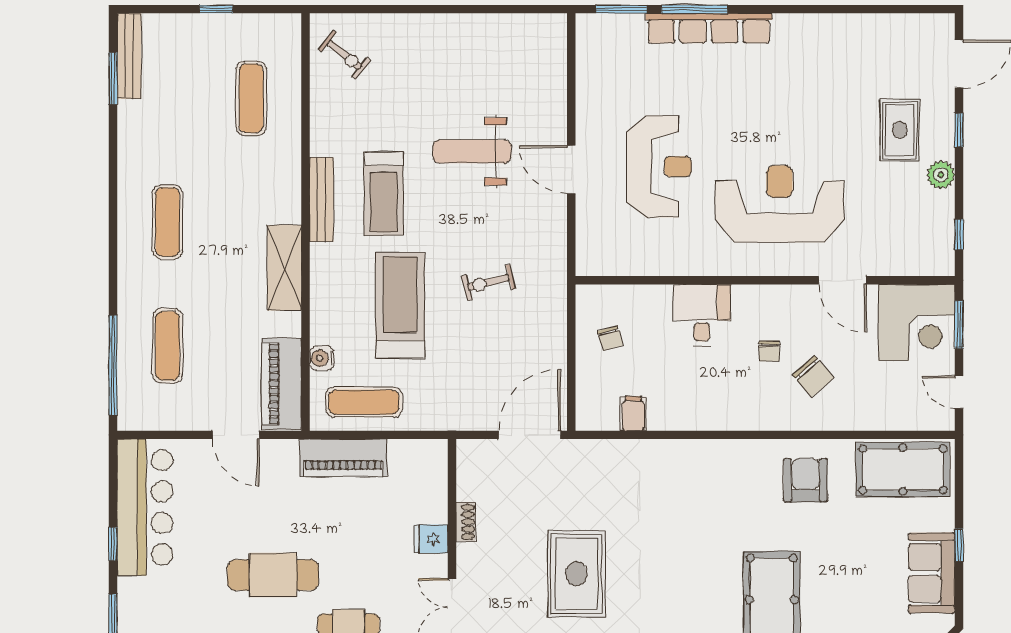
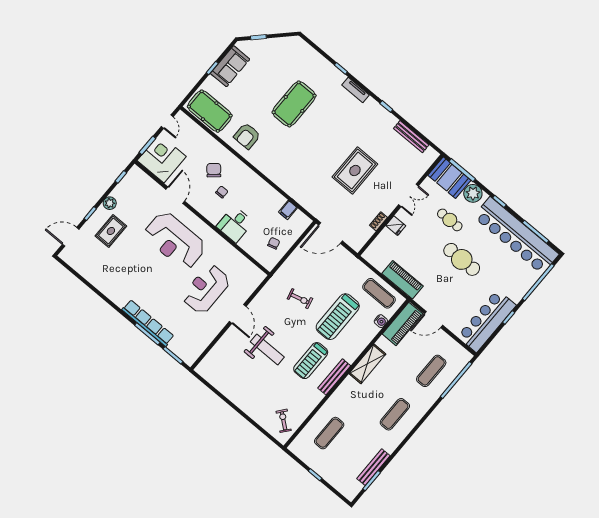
bench: (129, 56) -> (373, 467), moved
treadmill: (384, 194) -> (311, 361), turned 180
door: (236, 435) -> (433, 319), swing flipped

